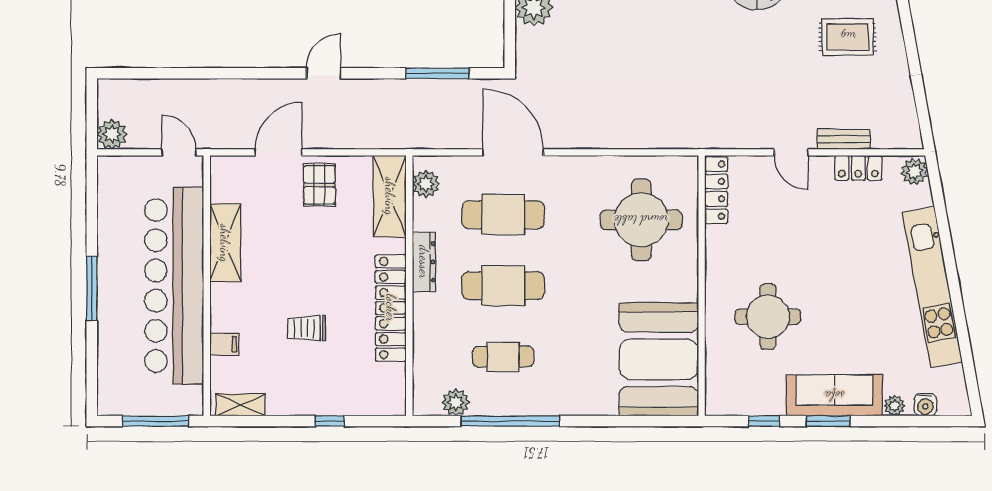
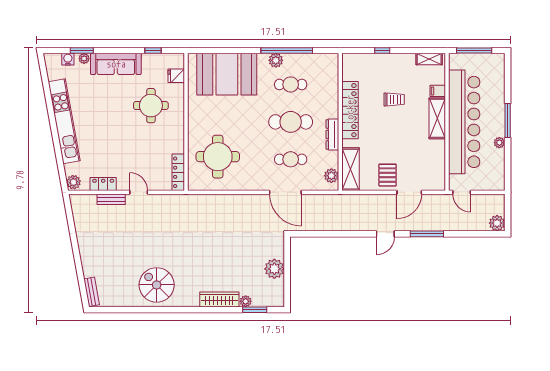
rug: (848, 37) -> (109, 253), removed
window: (437, 73) -> (427, 234), moved
plant: (112, 134) -> (497, 223), moved
cafe table: (503, 215) -> (291, 159), width x0.73, depth x0.74
shelving: (225, 243) -> (437, 118), moved
plant: (107, 246) -> (499, 143), added
booth: (659, 359) -> (227, 74), moved, turned 90
fridge: (720, 373) -> (176, 76), added
plant: (456, 402) -> (276, 60), moved
window: (828, 421) -> (82, 50), moved

